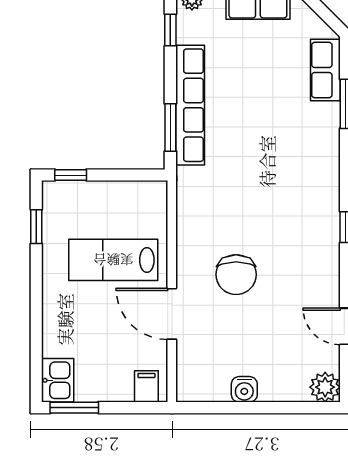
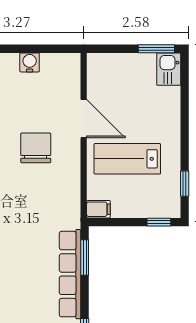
lab bench: (113, 260) -> (127, 159), turned 180
filing cabinet: (146, 386) -> (98, 209), moved, turned -90

